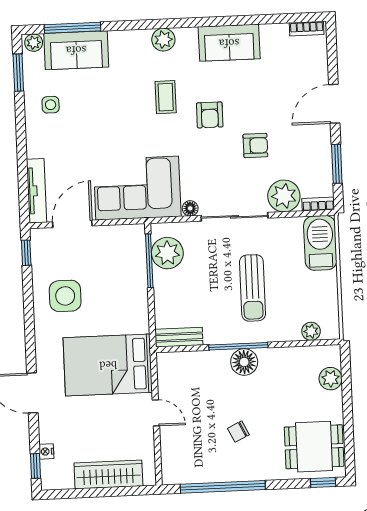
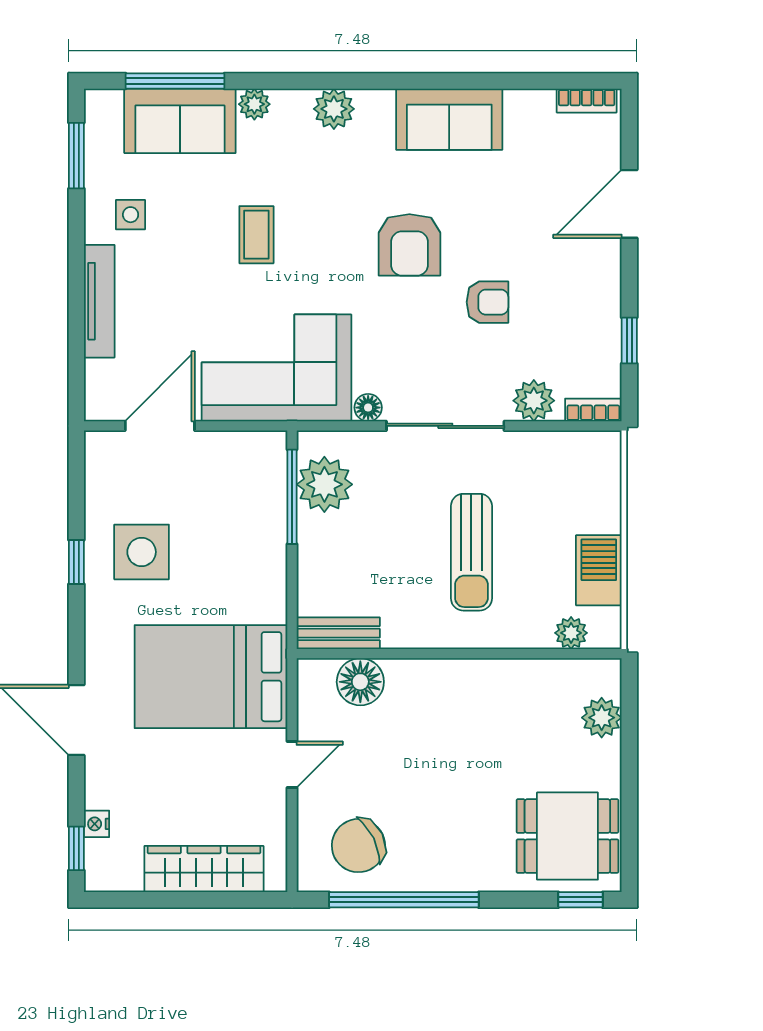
plant: (34, 43) -> (254, 104), moved
coffee table: (166, 97) -> (256, 235), moved
door: (334, 104) -> (629, 204), moved
armchair: (210, 115) -> (409, 245), width x1.38, depth x1.38
window: (337, 164) -> (629, 340), width x0.67
tv unit: (37, 191) -> (99, 301), moved
plant: (284, 196) -> (534, 401), width x0.73, depth x0.73
barbecue: (320, 243) -> (599, 570), moved, width x0.73, depth x0.83
window: (26, 253) -> (76, 562), moved
window: (238, 346) -> (442, 654), removed
floor lamp: (244, 362) -> (360, 682), moved
door: (156, 413) -> (292, 765), hinge flipped
chair: (238, 432) -> (358, 846), moved, width x1.87, depth x1.87

